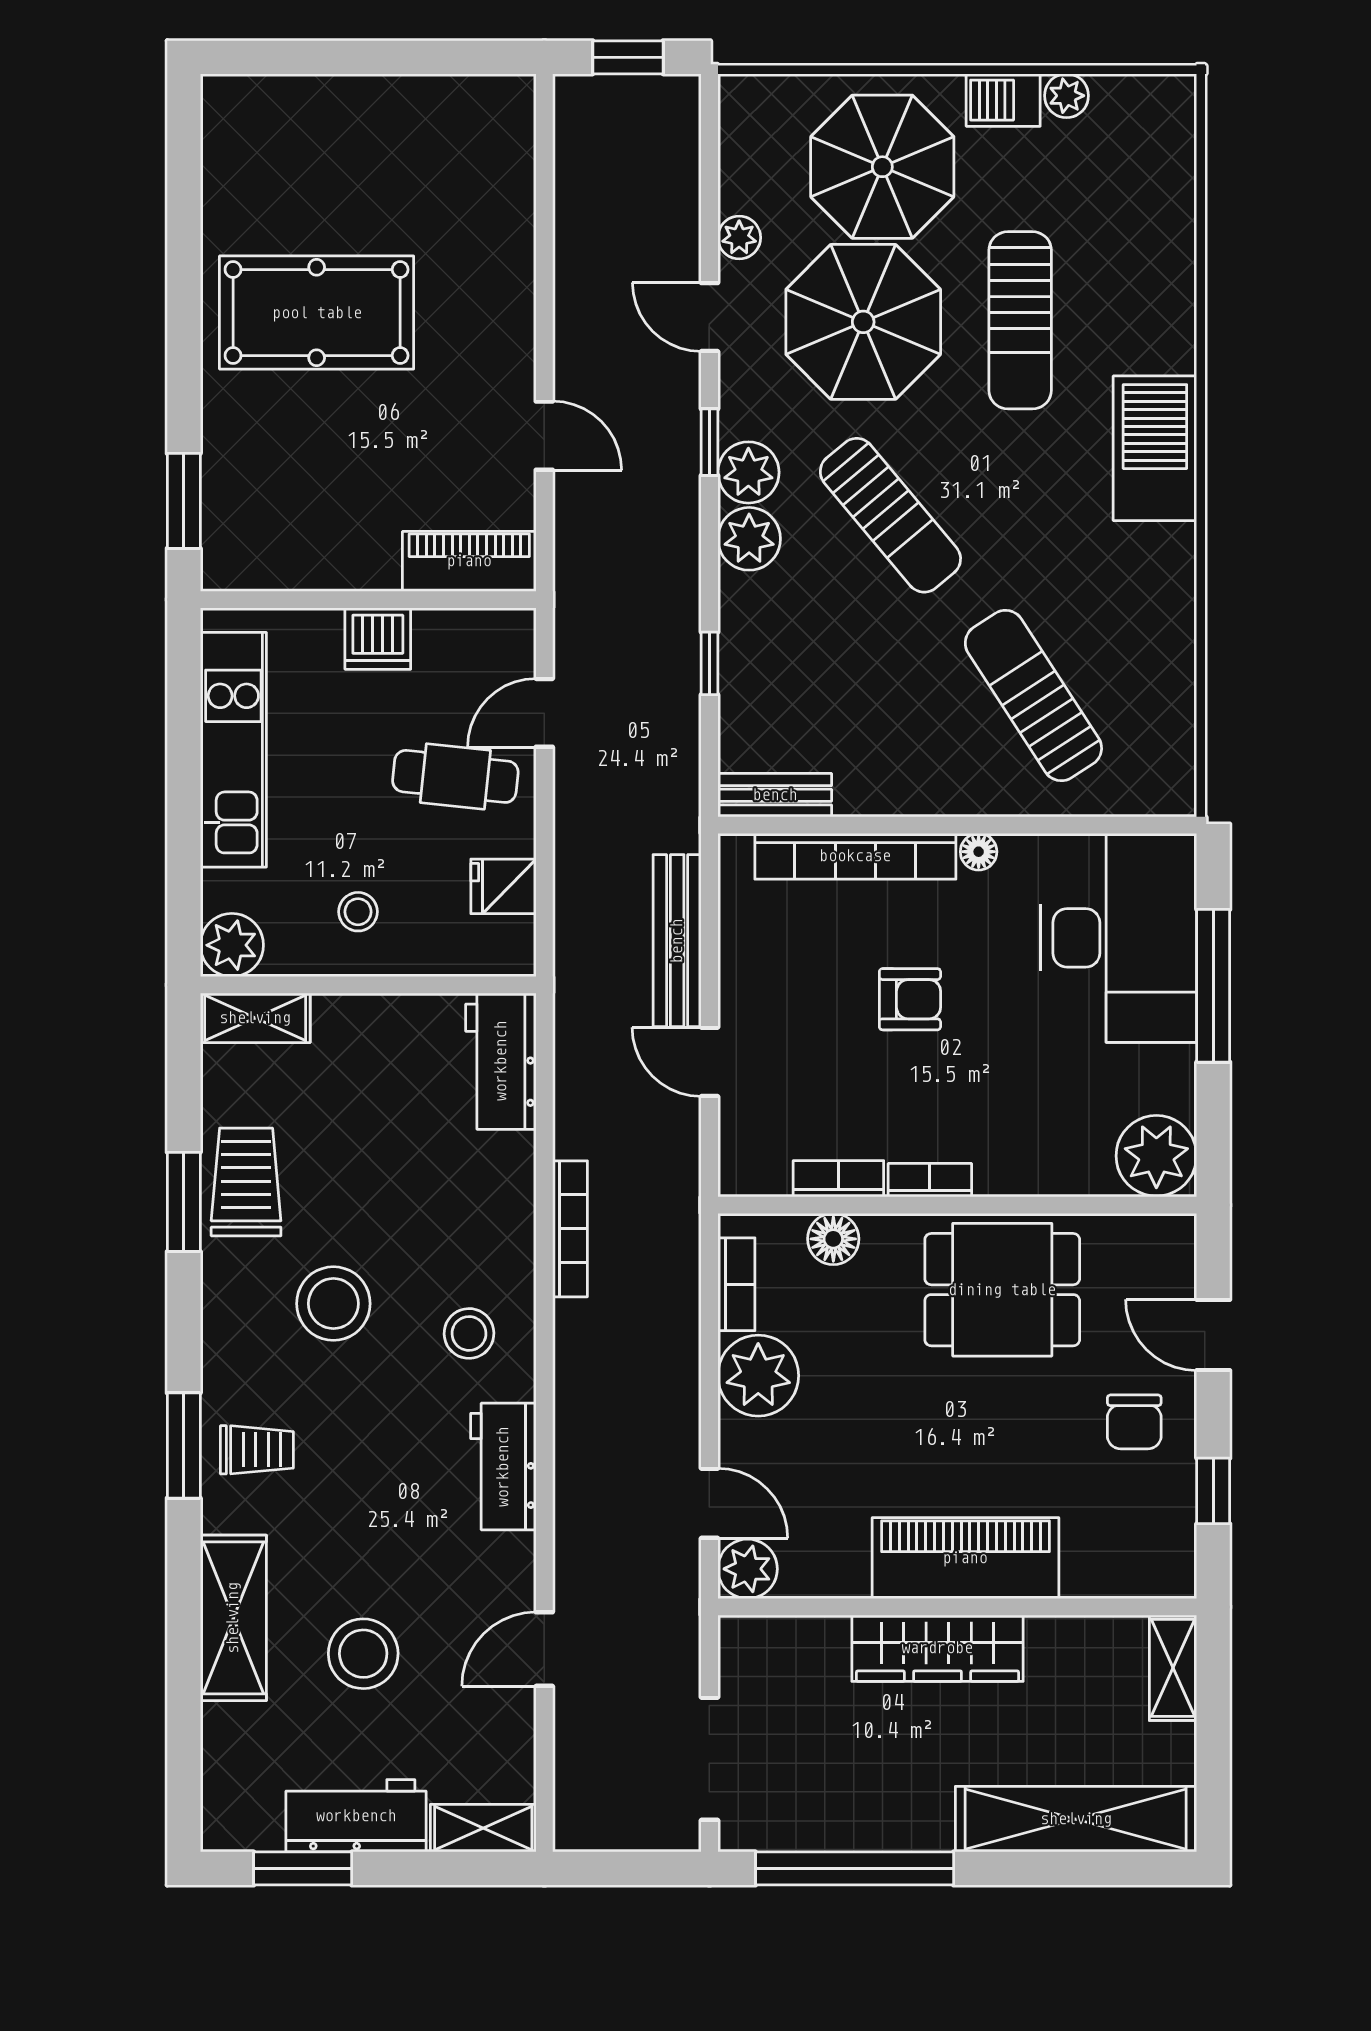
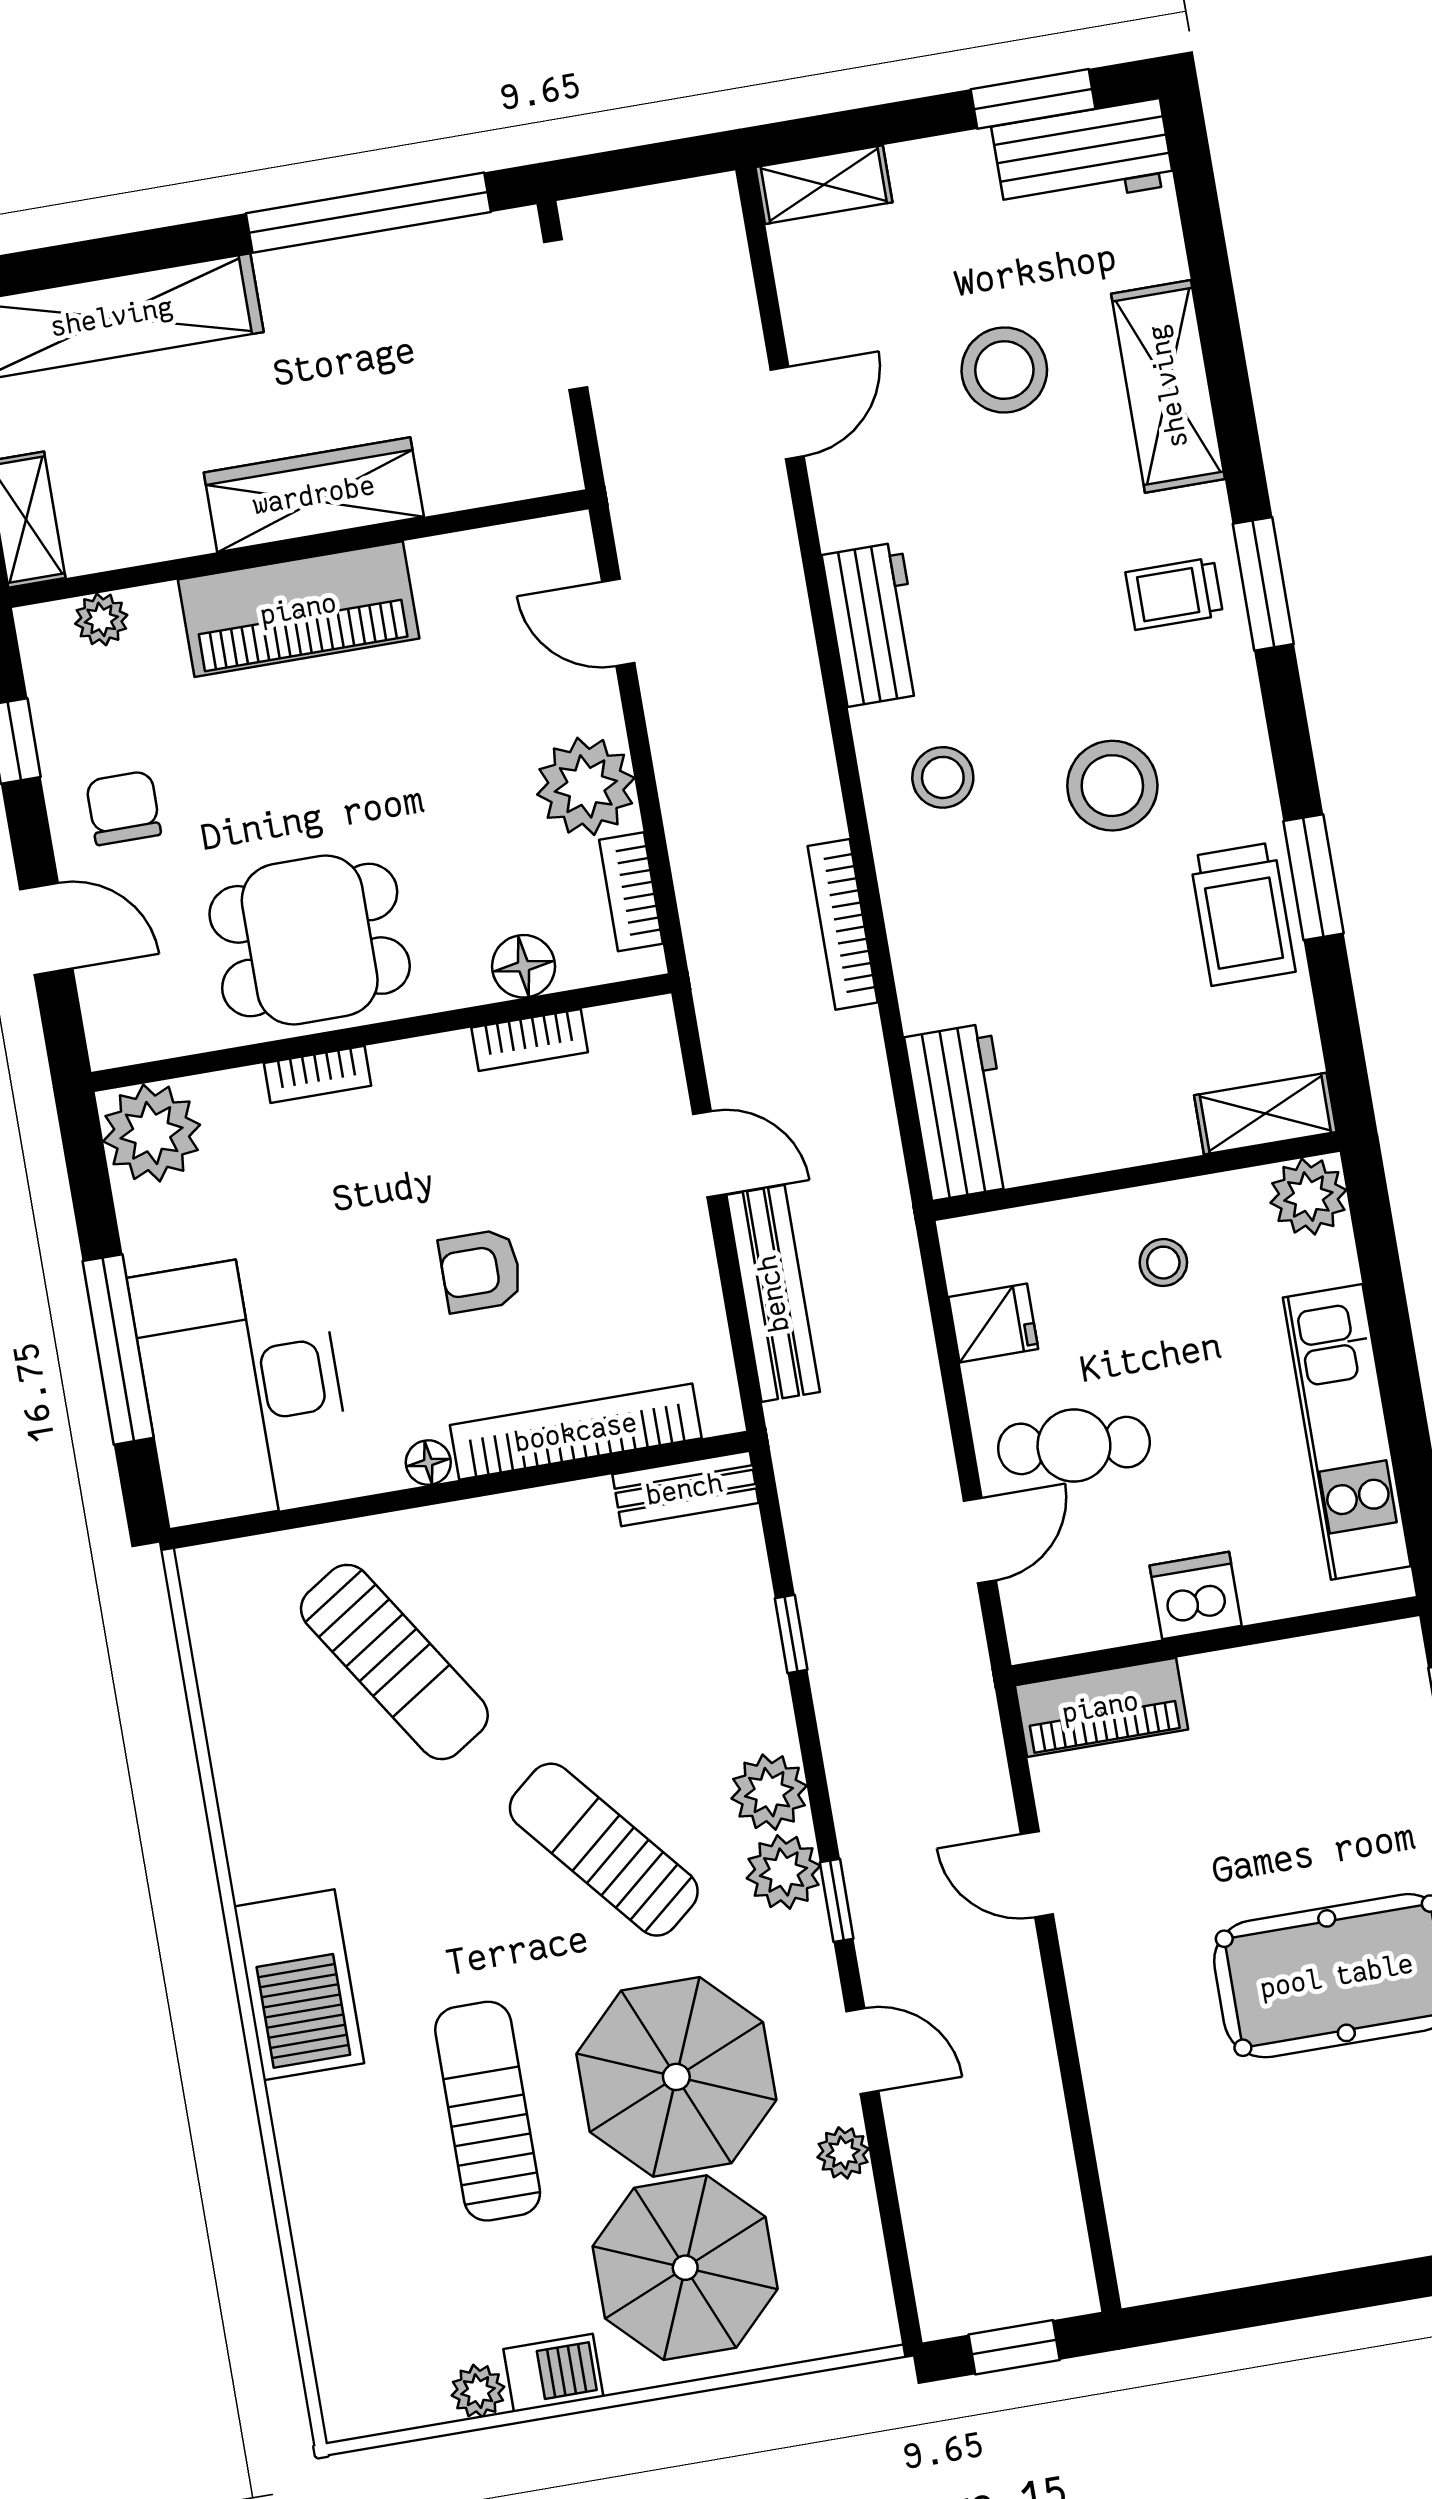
bookcase: (930, 1180) -> (317, 1074), moved
plant: (748, 1569) -> (101, 619), moved, width x0.73, depth x0.73
workbench: (356, 1816) -> (1083, 156), moved

